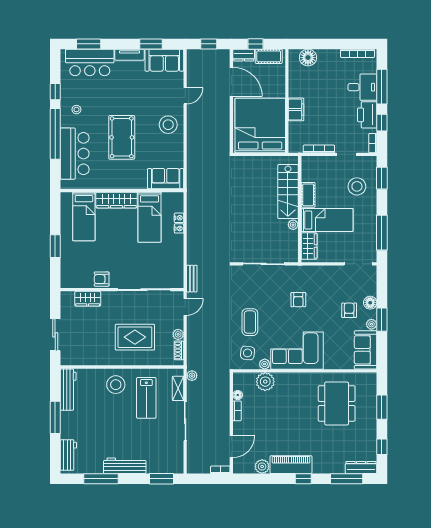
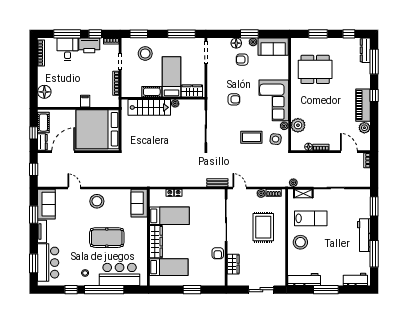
filing cabinet: (296, 109) -> (85, 101), width x0.50

